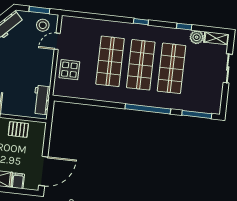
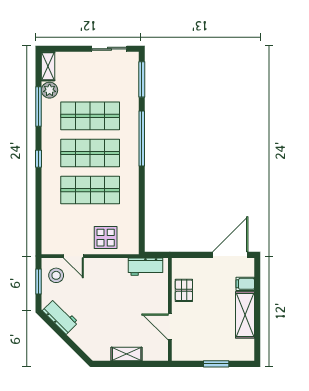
window: (184, 27) -> (39, 106), width x2.17
sliding door: (228, 68) -> (109, 49), moved
door: (43, 171) -> (230, 255), hinge flipped

